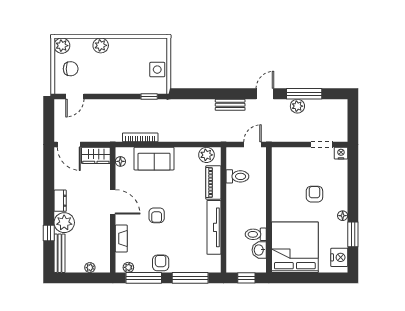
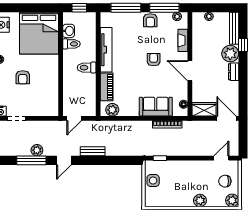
toilet: (237, 176) -> (87, 68), moved

